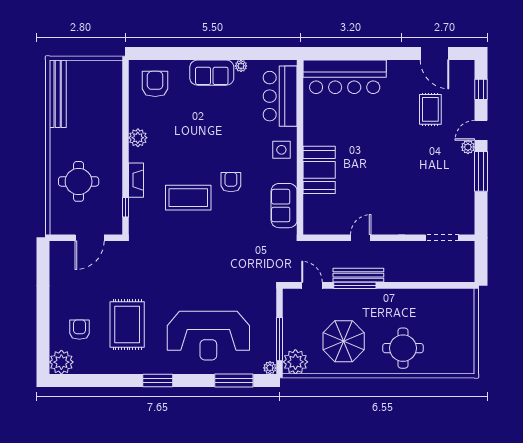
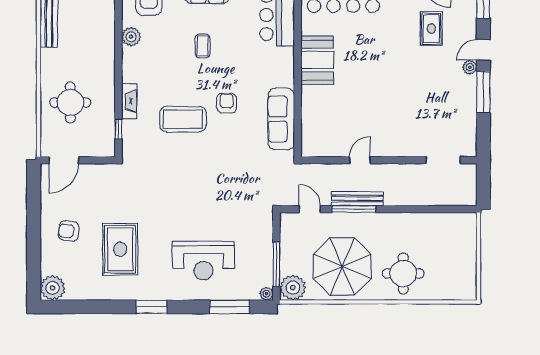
coffee table: (208, 126) -> (203, 46), added
plant: (138, 138) -> (131, 37), moved
side table: (281, 150) -> (278, 70), removed
booth: (319, 170) -> (317, 60), moved
sofa: (284, 206) -> (281, 119), width x1.36
door: (90, 238) -> (64, 160), moved
armchair: (79, 330) -> (69, 231), moved, turned -84
reception desk: (208, 336) -> (203, 261), width x0.74, depth x0.77
parasol: (344, 341) -> (342, 266), width x1.36, depth x1.36

